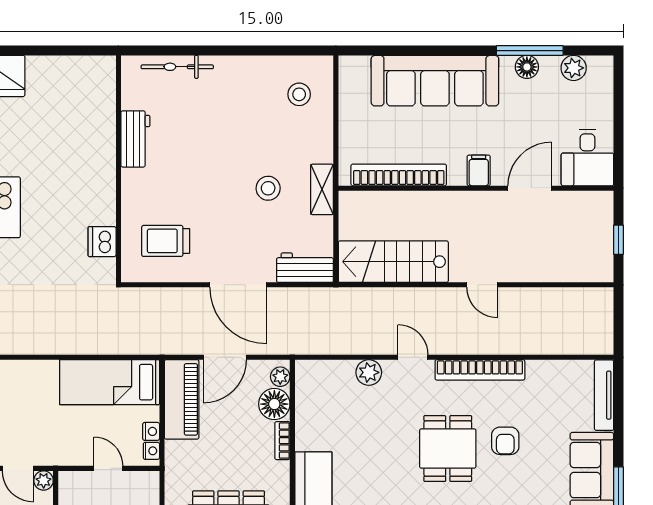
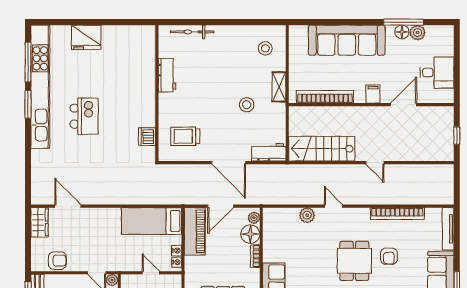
plant: (574, 68) -> (418, 33), moved
desk: (587, 158) -> (437, 73), moved, turned -90
shelving: (322, 189) -> (279, 87), moved
bookcase: (480, 370) -> (397, 214), moved

